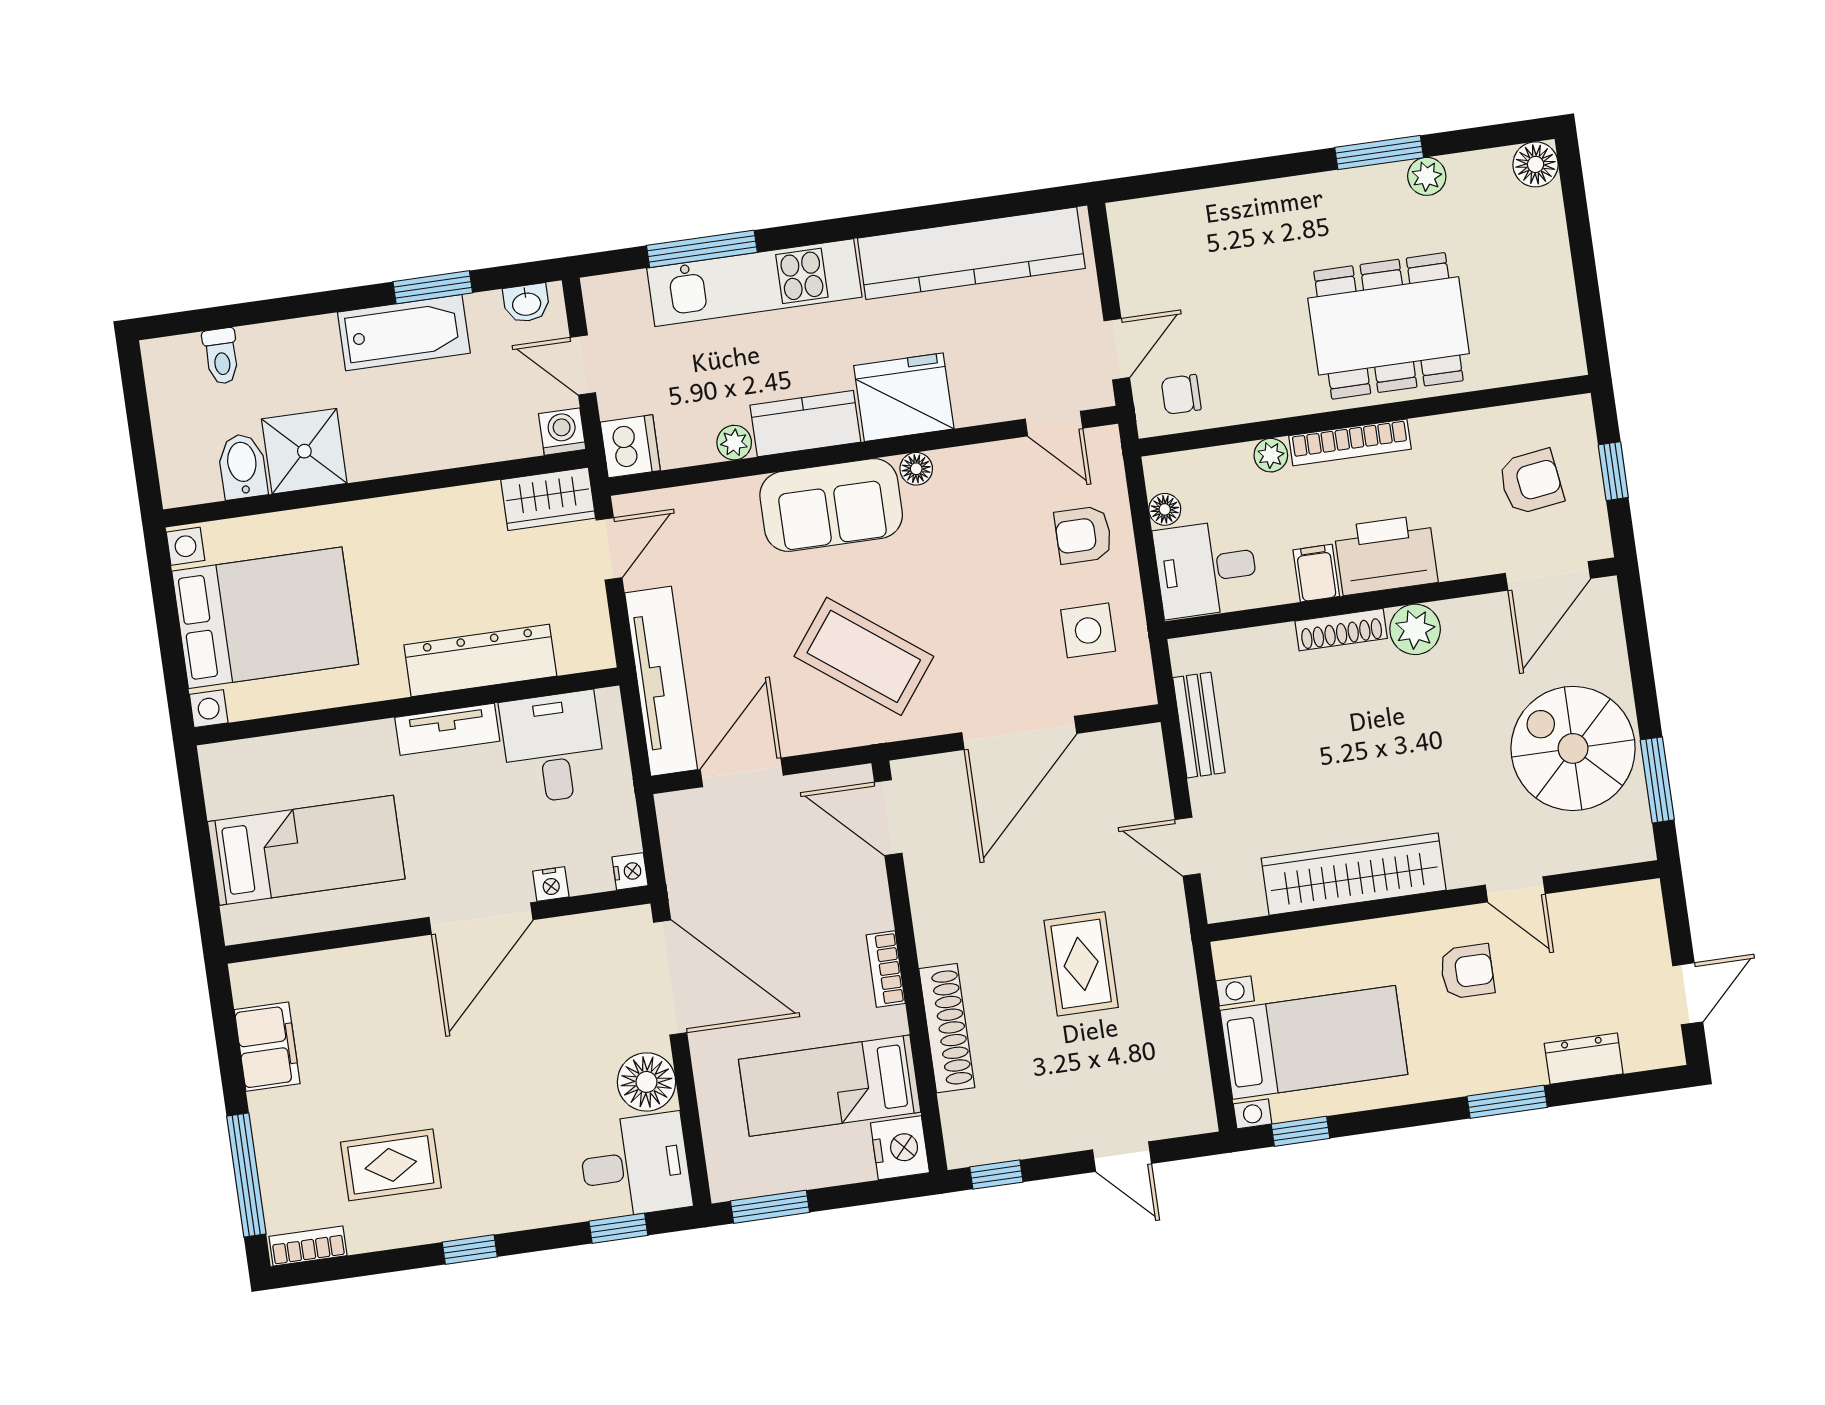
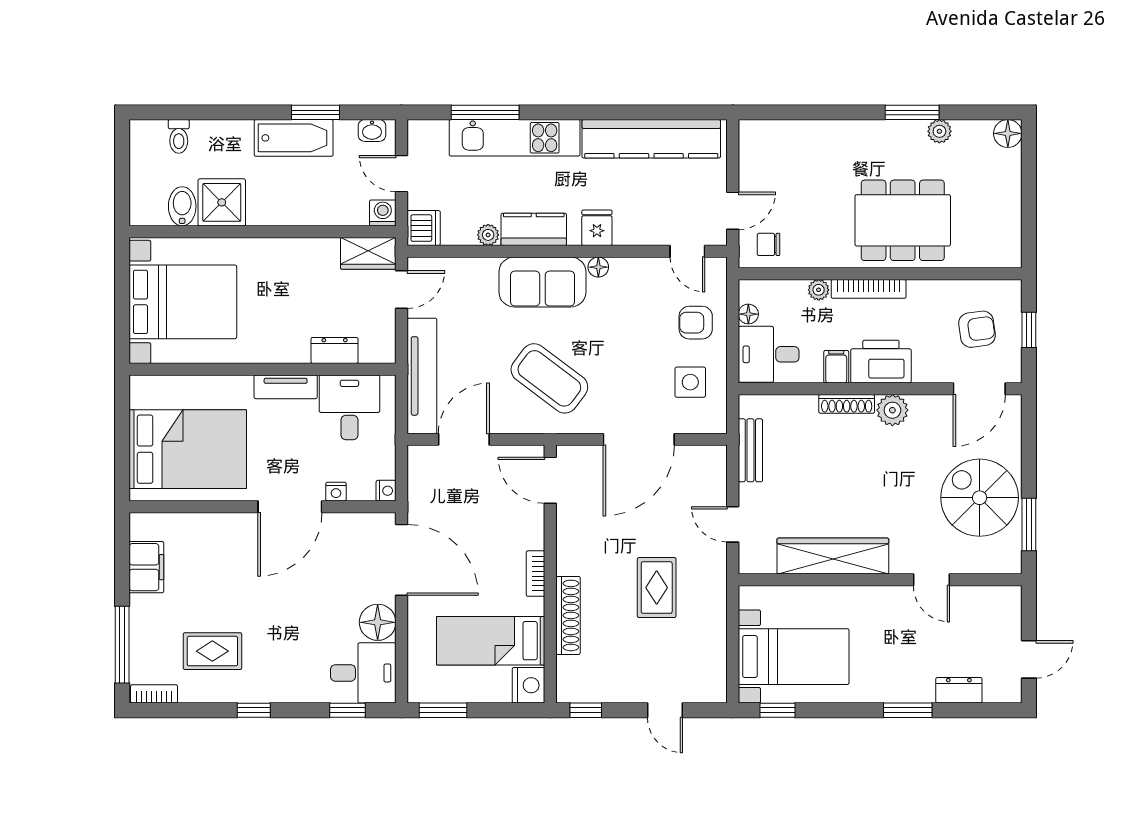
fridge: (904, 397) -> (597, 228), width x0.53, depth x0.75
dresser: (480, 660) -> (335, 350), width x0.51, depth x0.80
bed: (306, 850) -> (188, 449), width x1.50
armchair: (1467, 971) -> (895, 626), removed

